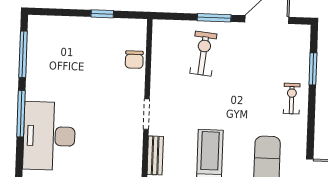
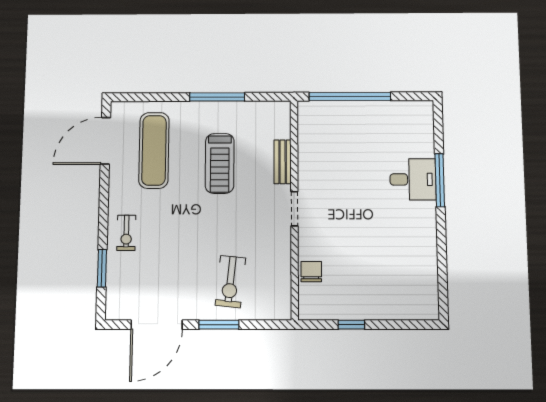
window: (23, 54) -> (442, 273), removed
window: (21, 114) -> (440, 180), moved
desk: (49, 136) -> (413, 179), width x0.53, depth x0.77

